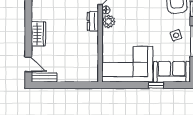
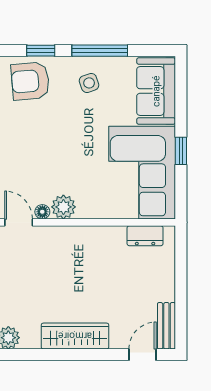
dresser: (93, 21) -> (145, 236), moved
wardrobe: (38, 34) -> (75, 336), width x1.50
window: (156, 85) -> (181, 151), moved

